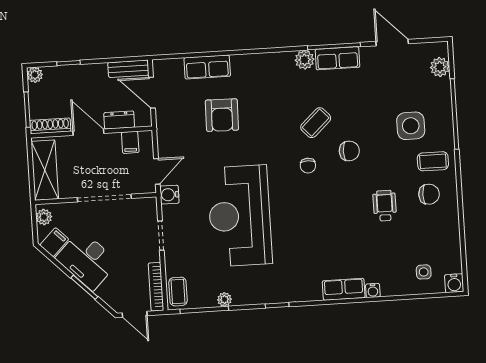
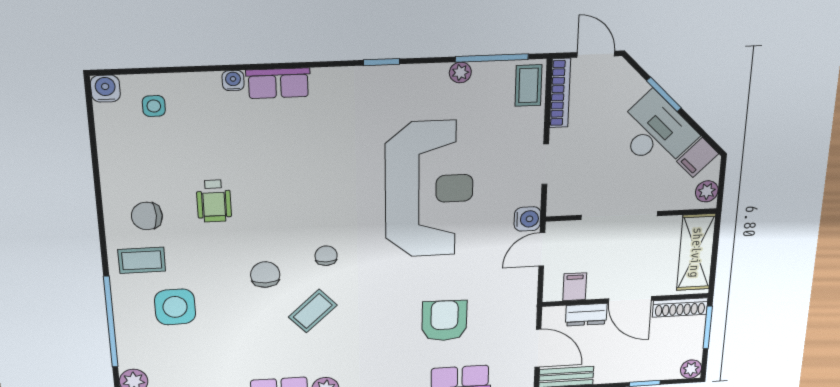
chair: (349, 151) -> (265, 275), turned 90

